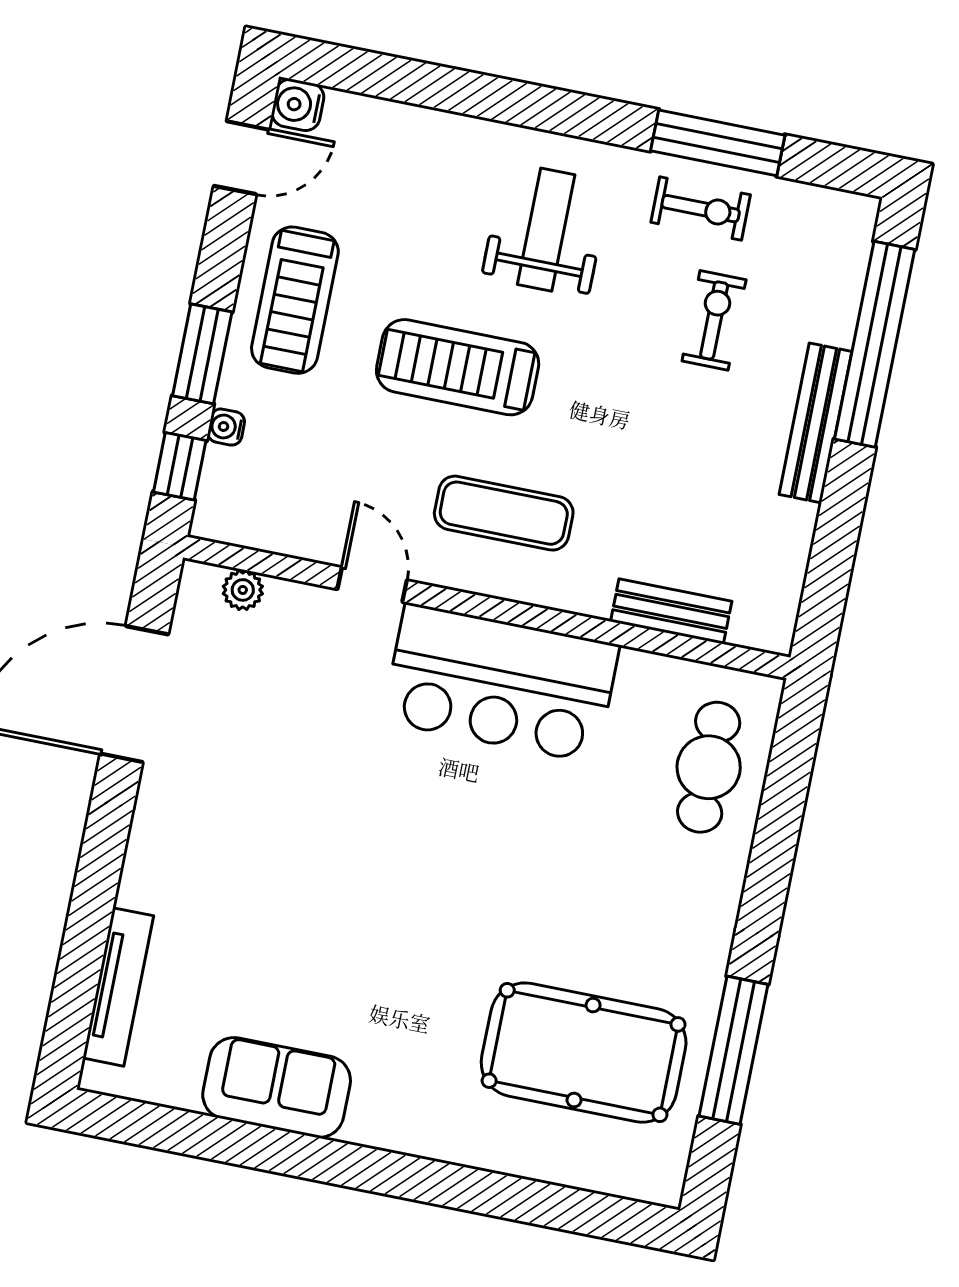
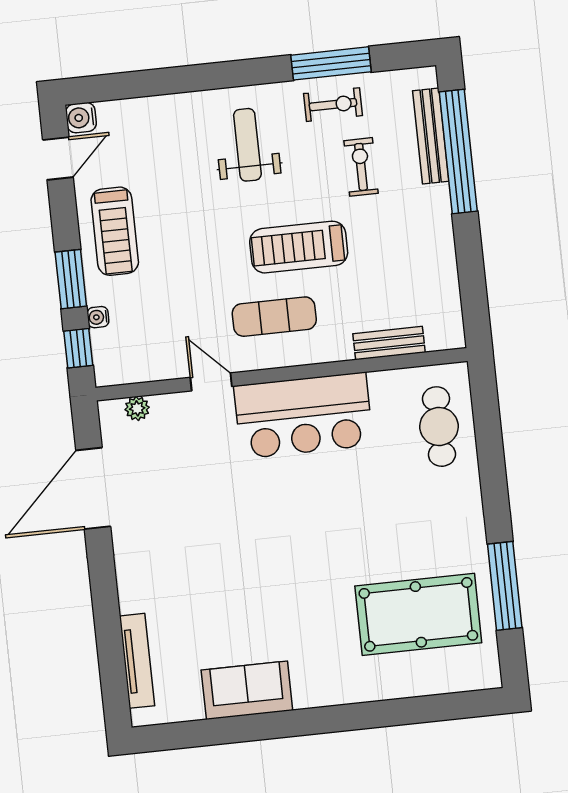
treadmill: (458, 367) -> (299, 247), moved
bench: (815, 423) -> (431, 136), moved

